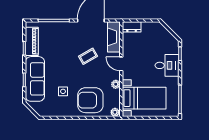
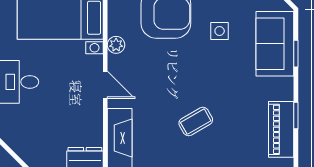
coffee table: (88, 56) -> (196, 122), moved
sofa: (35, 79) -> (275, 44), width x0.73

